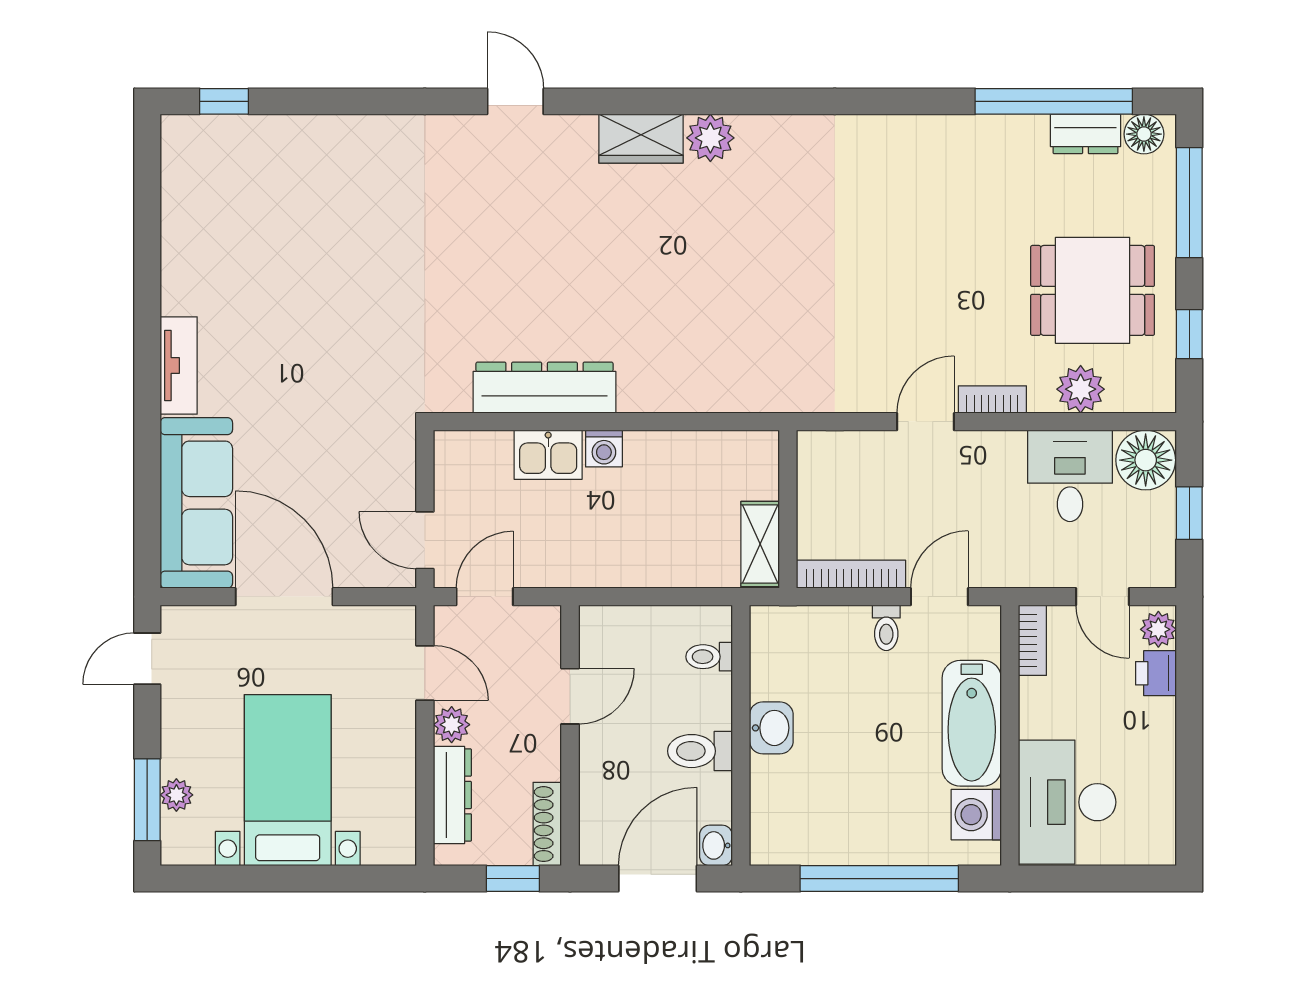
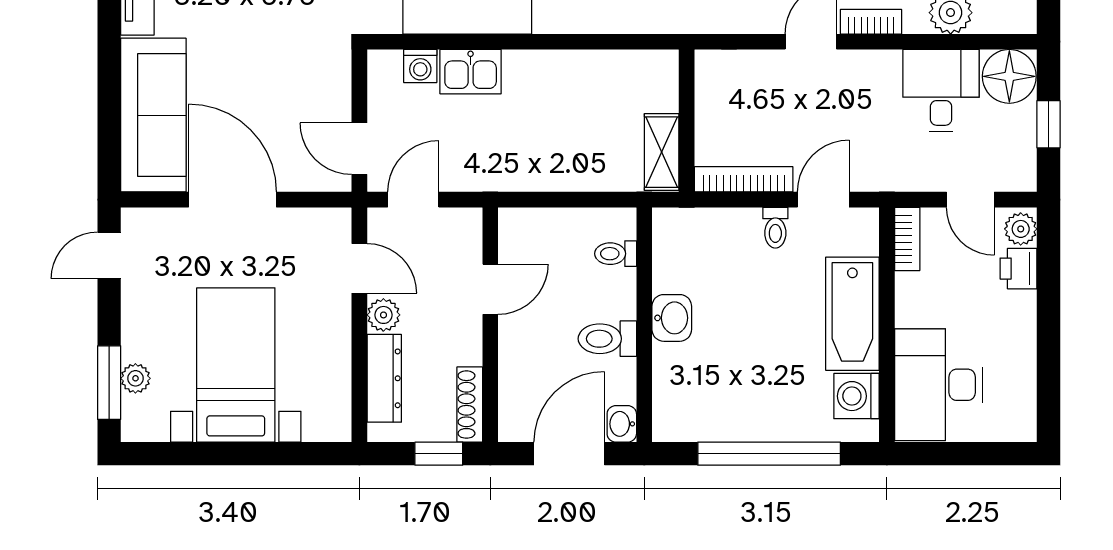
washing machine: (604, 449) -> (420, 66), moved

